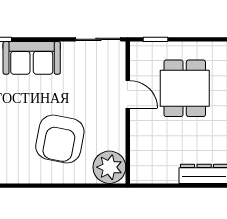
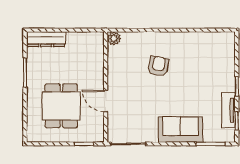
armchair: (60, 139) -> (158, 66), width x0.53, depth x0.53
plant: (109, 167) -> (114, 38), width x0.53, depth x0.53

